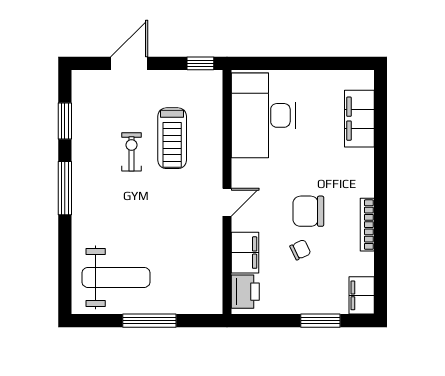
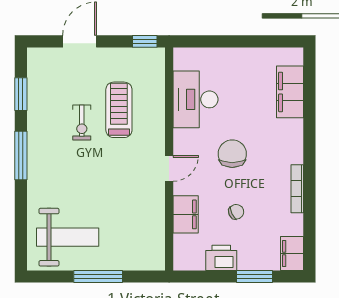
desk: (263, 115) -> (195, 99), width x0.73, depth x0.77
treadmill: (172, 138) -> (119, 110), turned 180
exercise bike: (132, 152) -> (82, 122), turned 180
chair: (308, 211) -> (232, 154), moved, turned 90
printer: (245, 292) -> (221, 258), moved, turned -90

